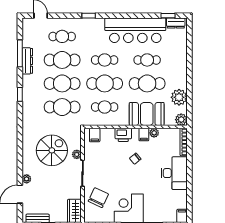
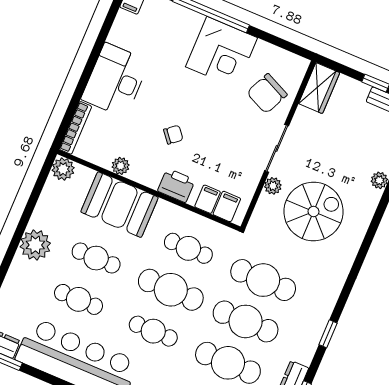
cafe table: (147, 83) -> (96, 258), width x0.73, depth x0.74
plant: (179, 97) -> (35, 245), moved
filing cabinet: (144, 135) -> (208, 199), moved
spiral stairs: (52, 150) -> (314, 212), turned 180

